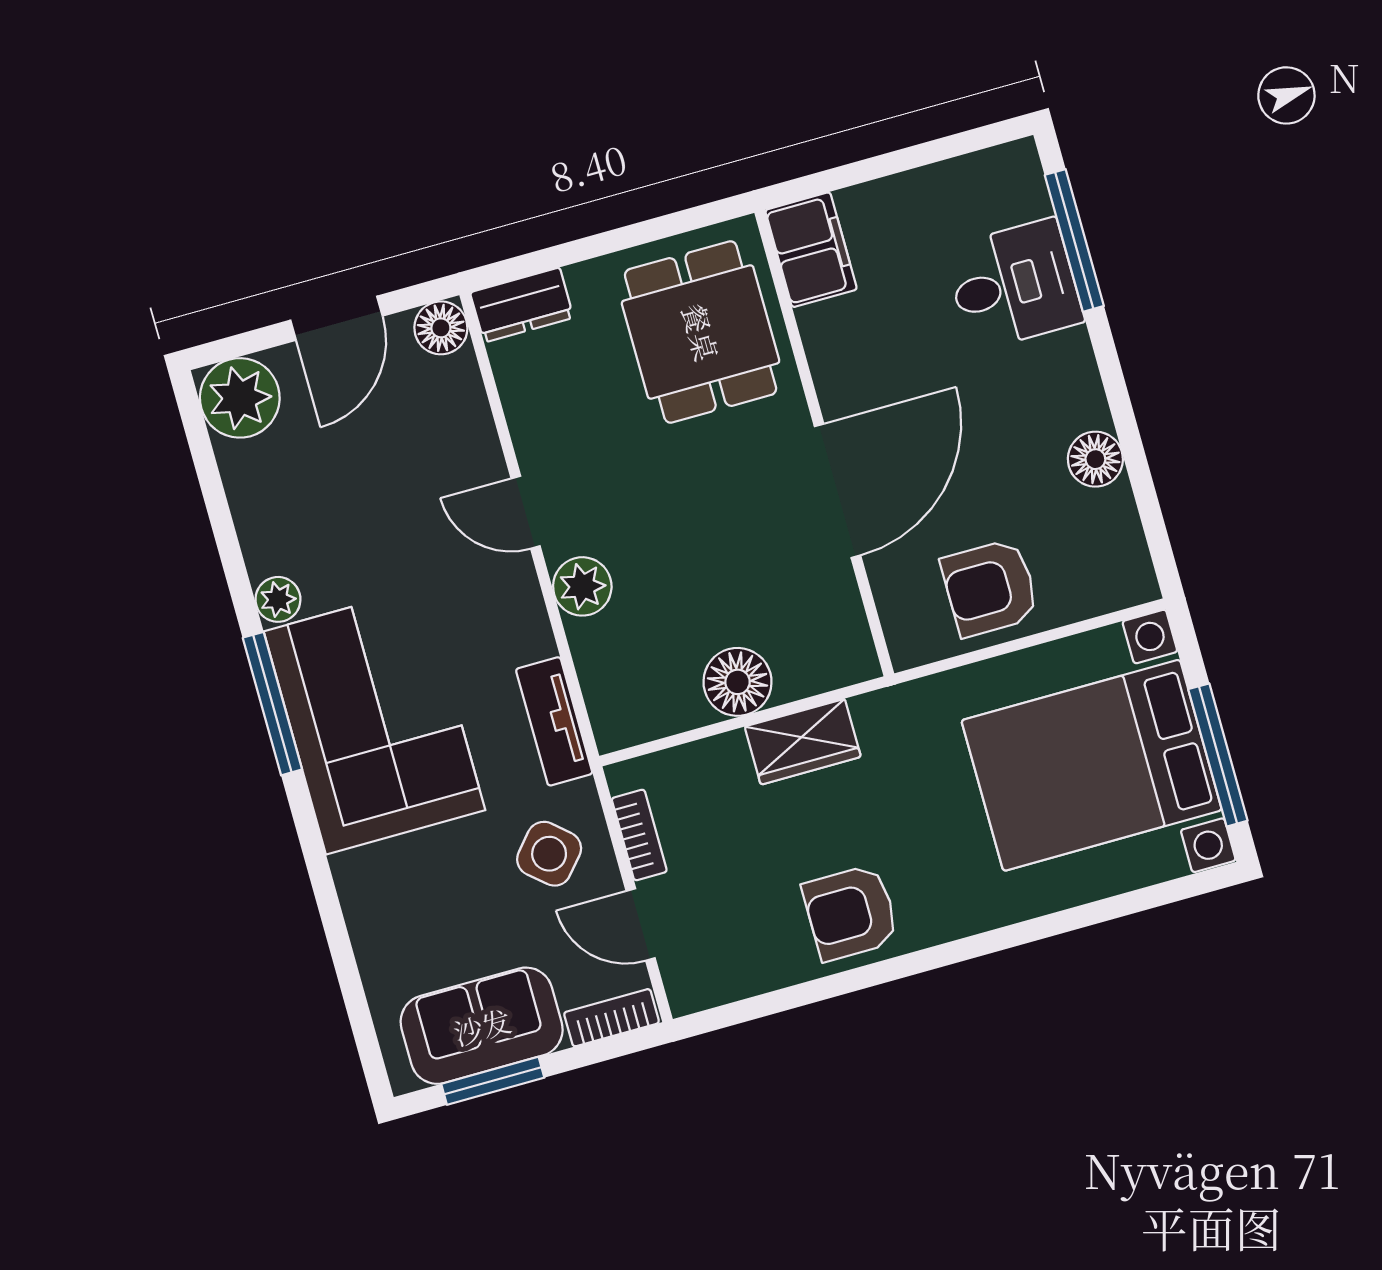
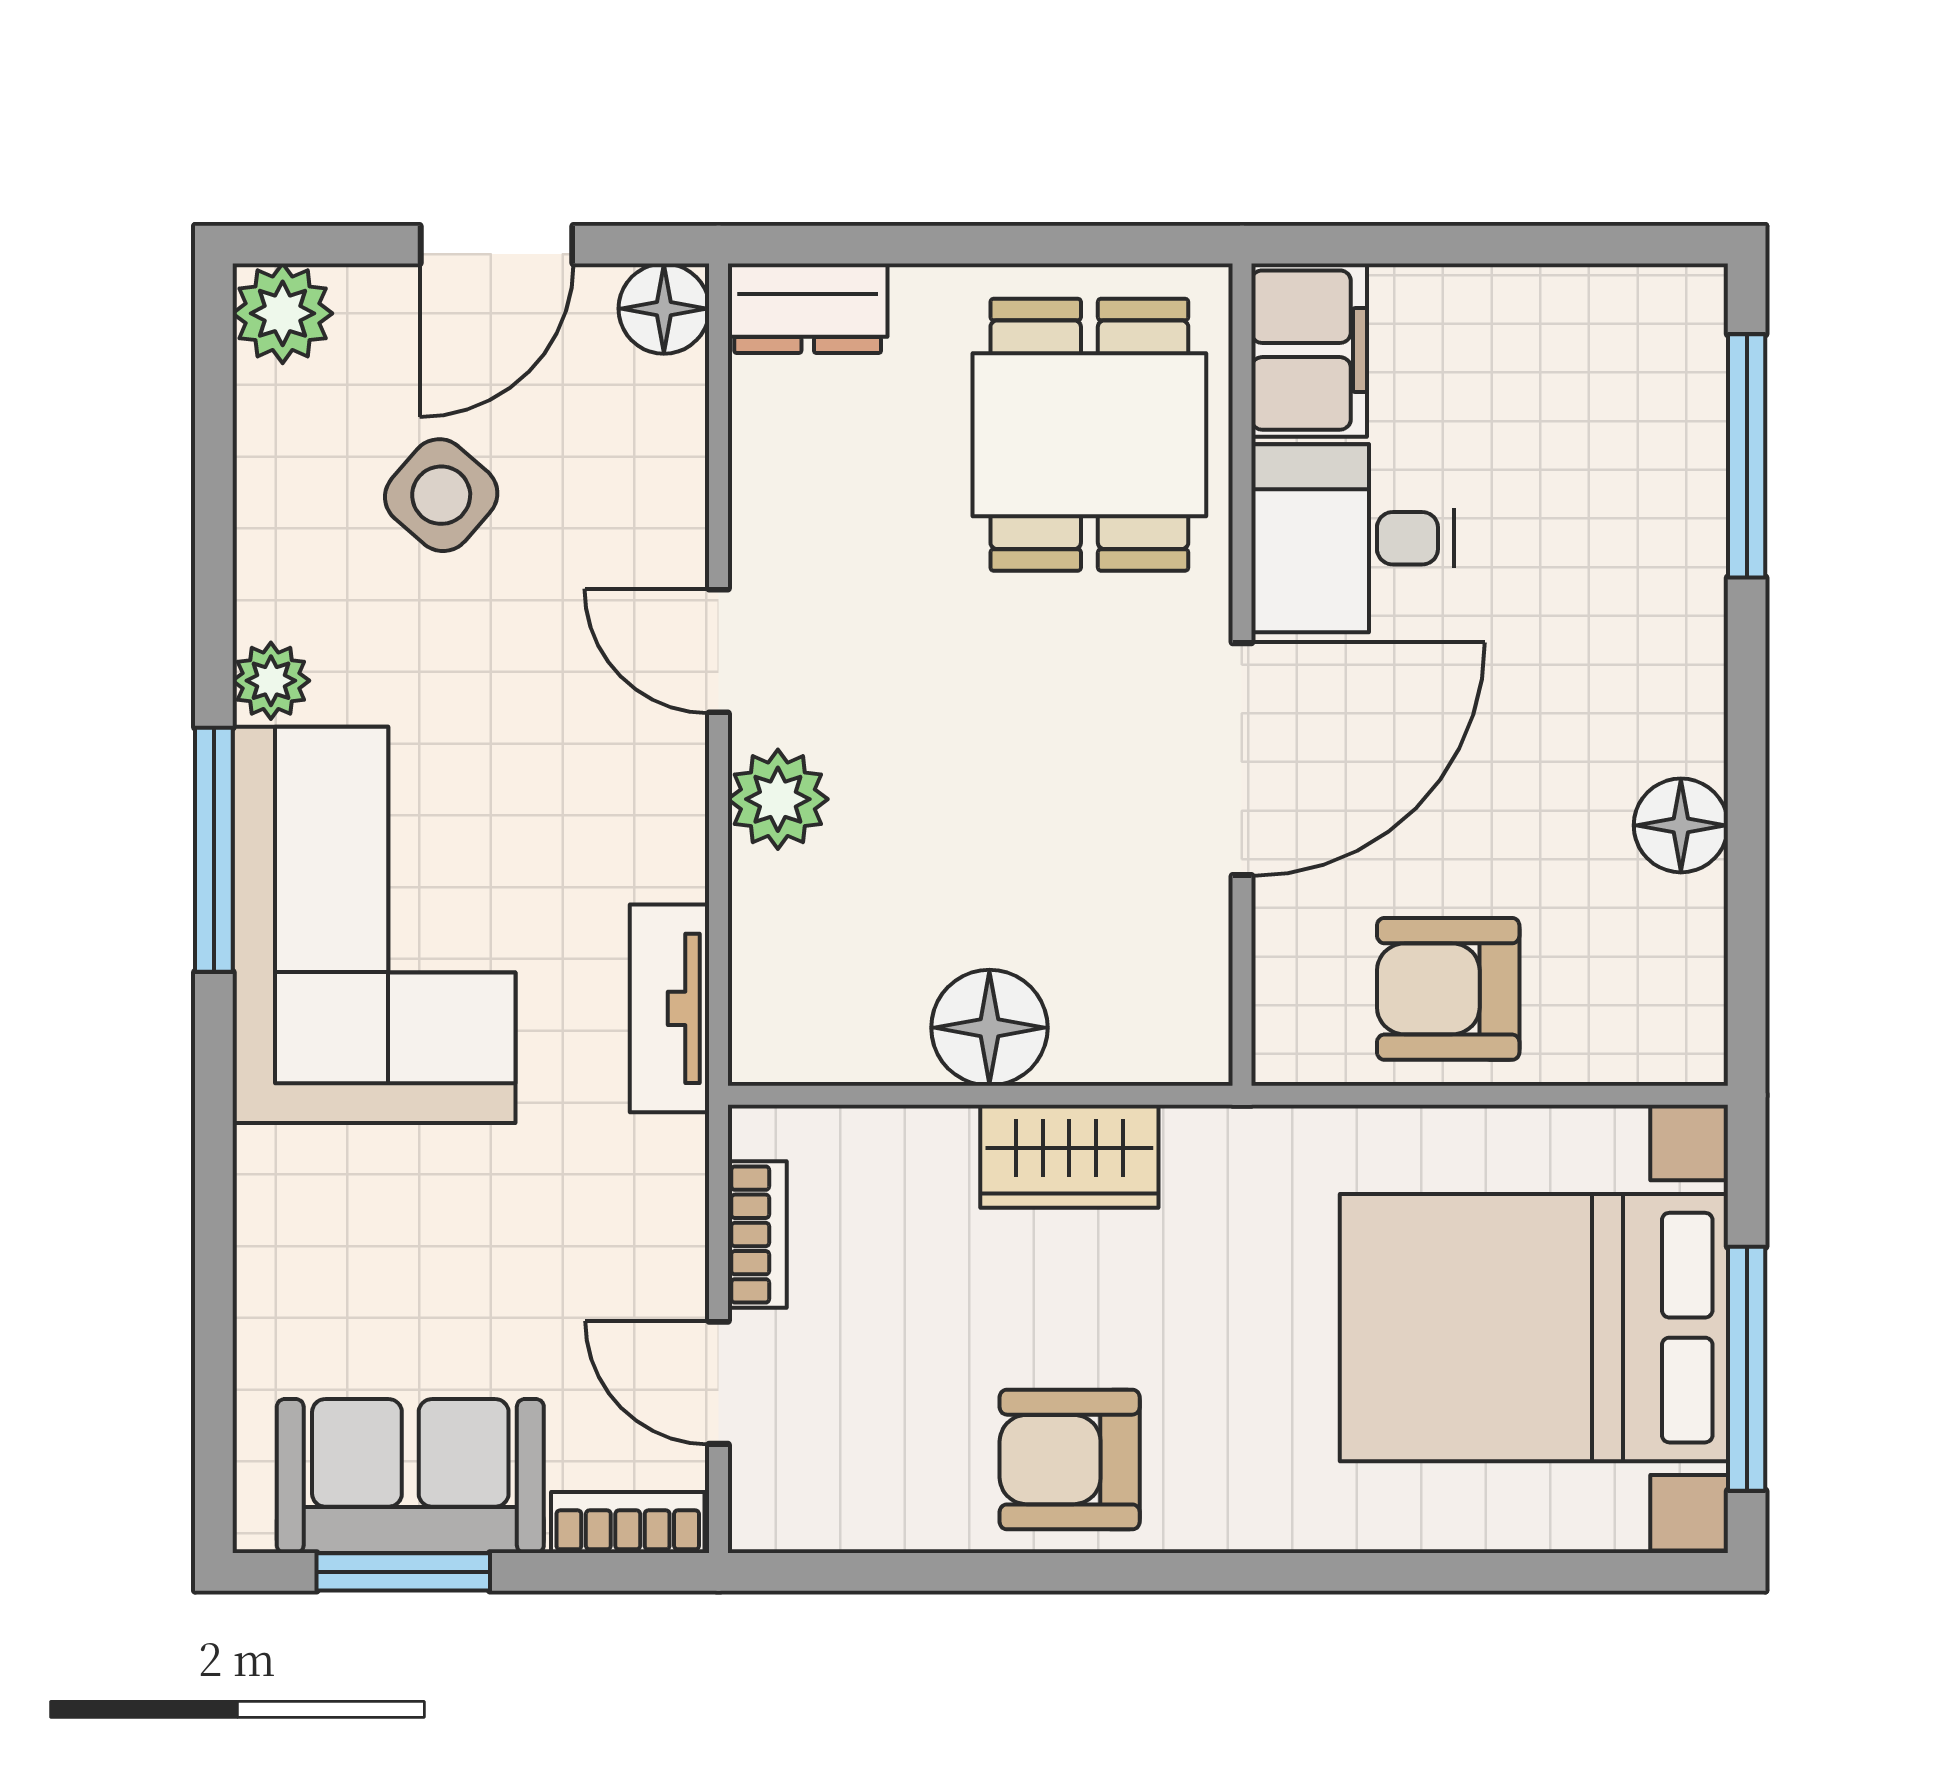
desk: (1014, 285) -> (1353, 538), moved, turned 180
plant: (240, 398) -> (283, 313), width x0.73, depth x0.73
side table: (549, 854) -> (441, 495), moved

